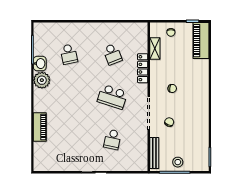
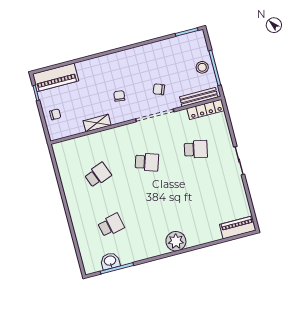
shelving: (155, 48) -> (97, 123), moved
washbasin: (40, 64) -> (110, 261), moved
locker: (143, 68) -> (206, 109), moved
plant: (42, 80) -> (176, 241), moved
school desk: (112, 97) -> (147, 162), width x0.54
piano: (40, 127) -> (238, 227), moved

